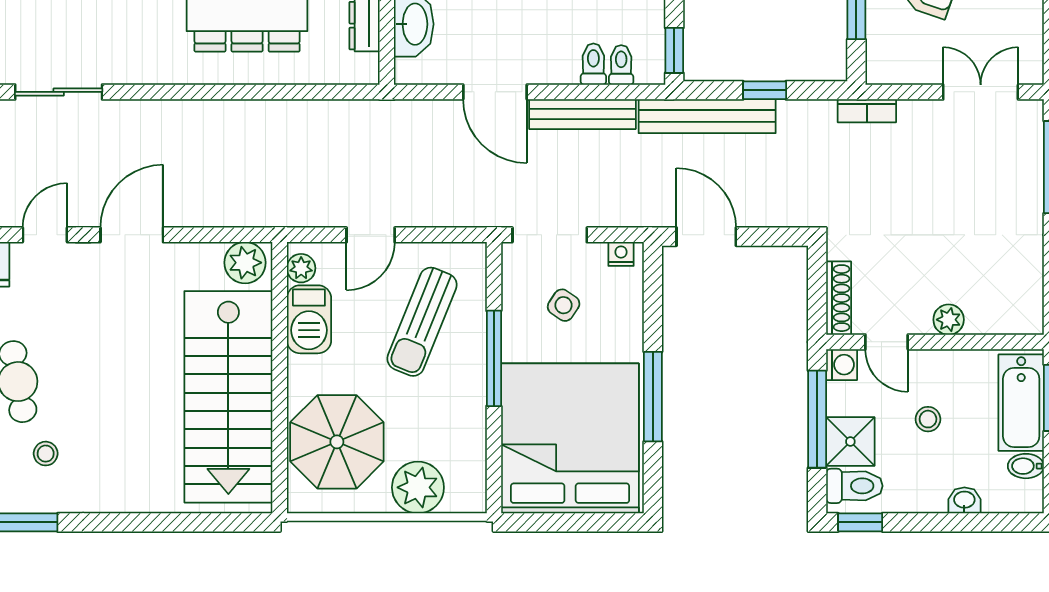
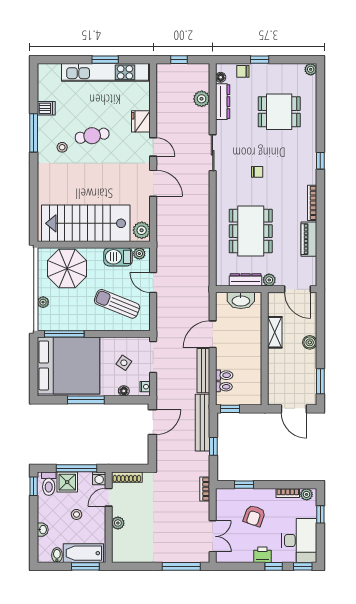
floor lamp: (631, 305) -> (124, 391), added
window: (494, 358) -> (64, 334), moved
plant: (418, 487) -> (43, 302), width x0.53, depth x0.53

